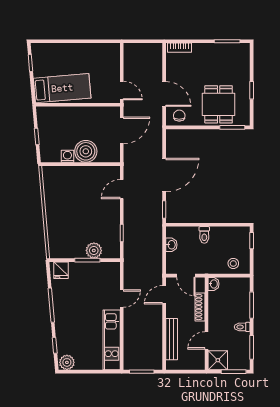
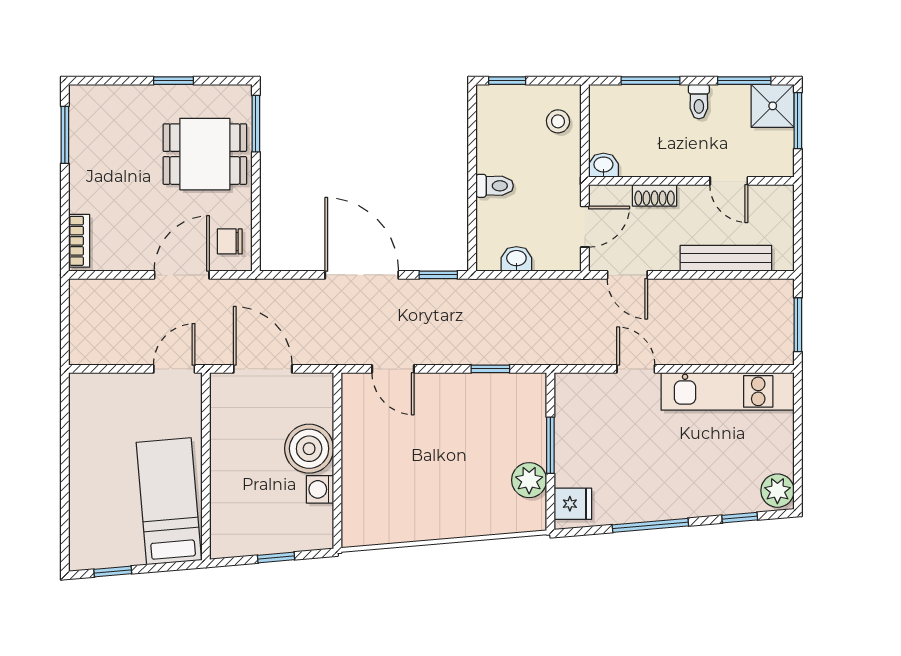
plant: (94, 250) -> (529, 480), moved
shoe rack: (200, 307) -> (655, 195), width x0.70
shower: (218, 360) -> (773, 106), moved

